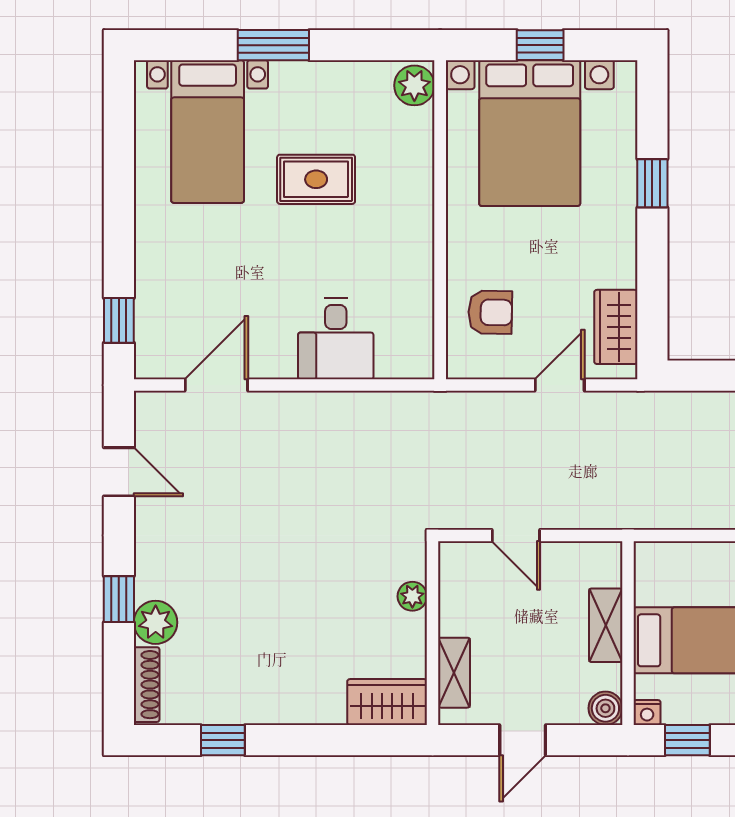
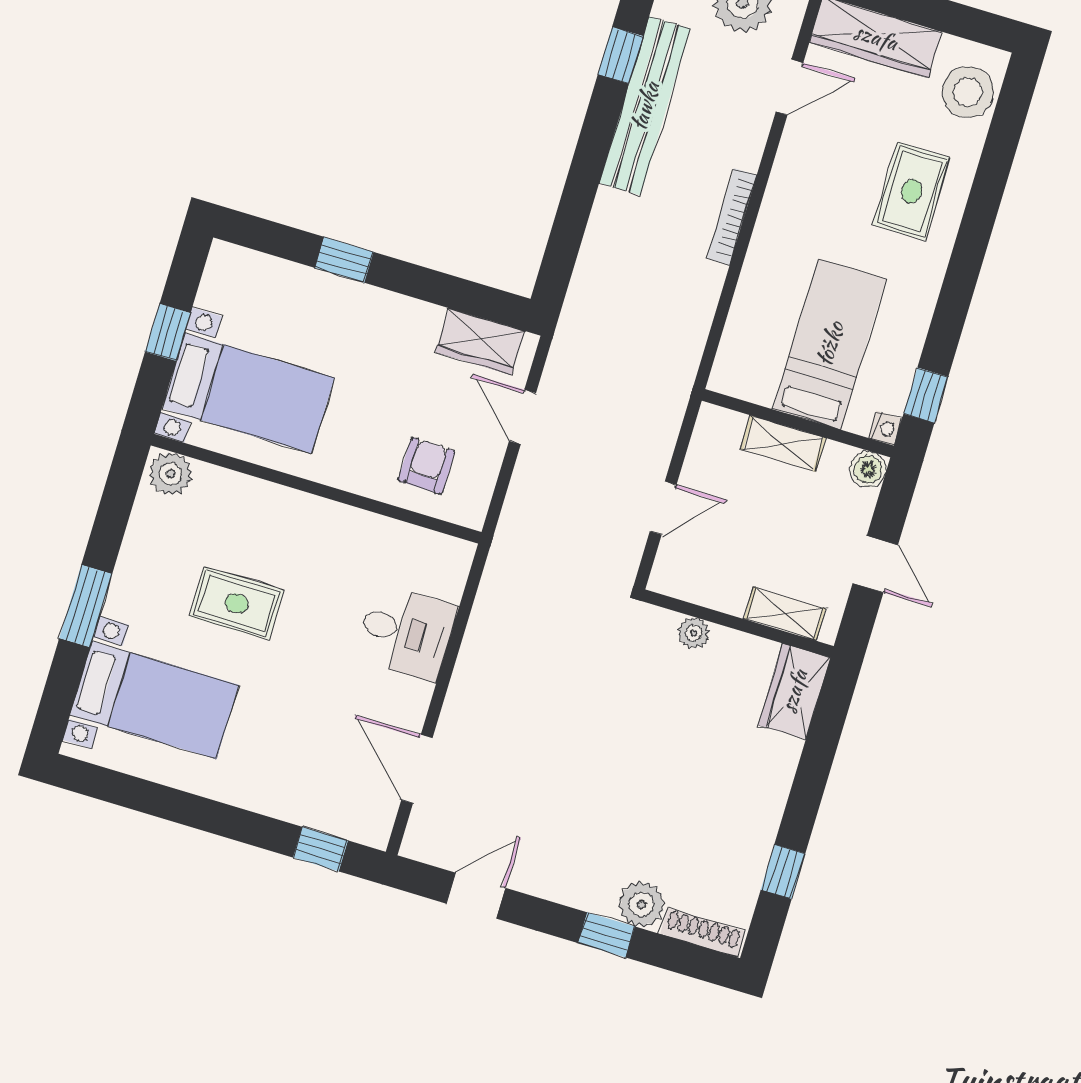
bed with nightstands: (530, 133) -> (248, 393), width x0.73
rug: (316, 179) -> (237, 603), turned 90

